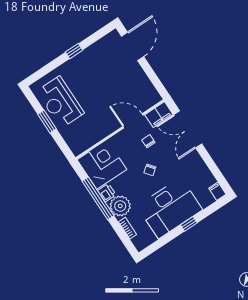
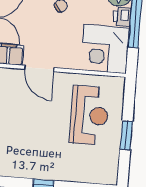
reception desk: (60, 102) -> (89, 115), moved
chair: (148, 141) -> (40, 36), removed

